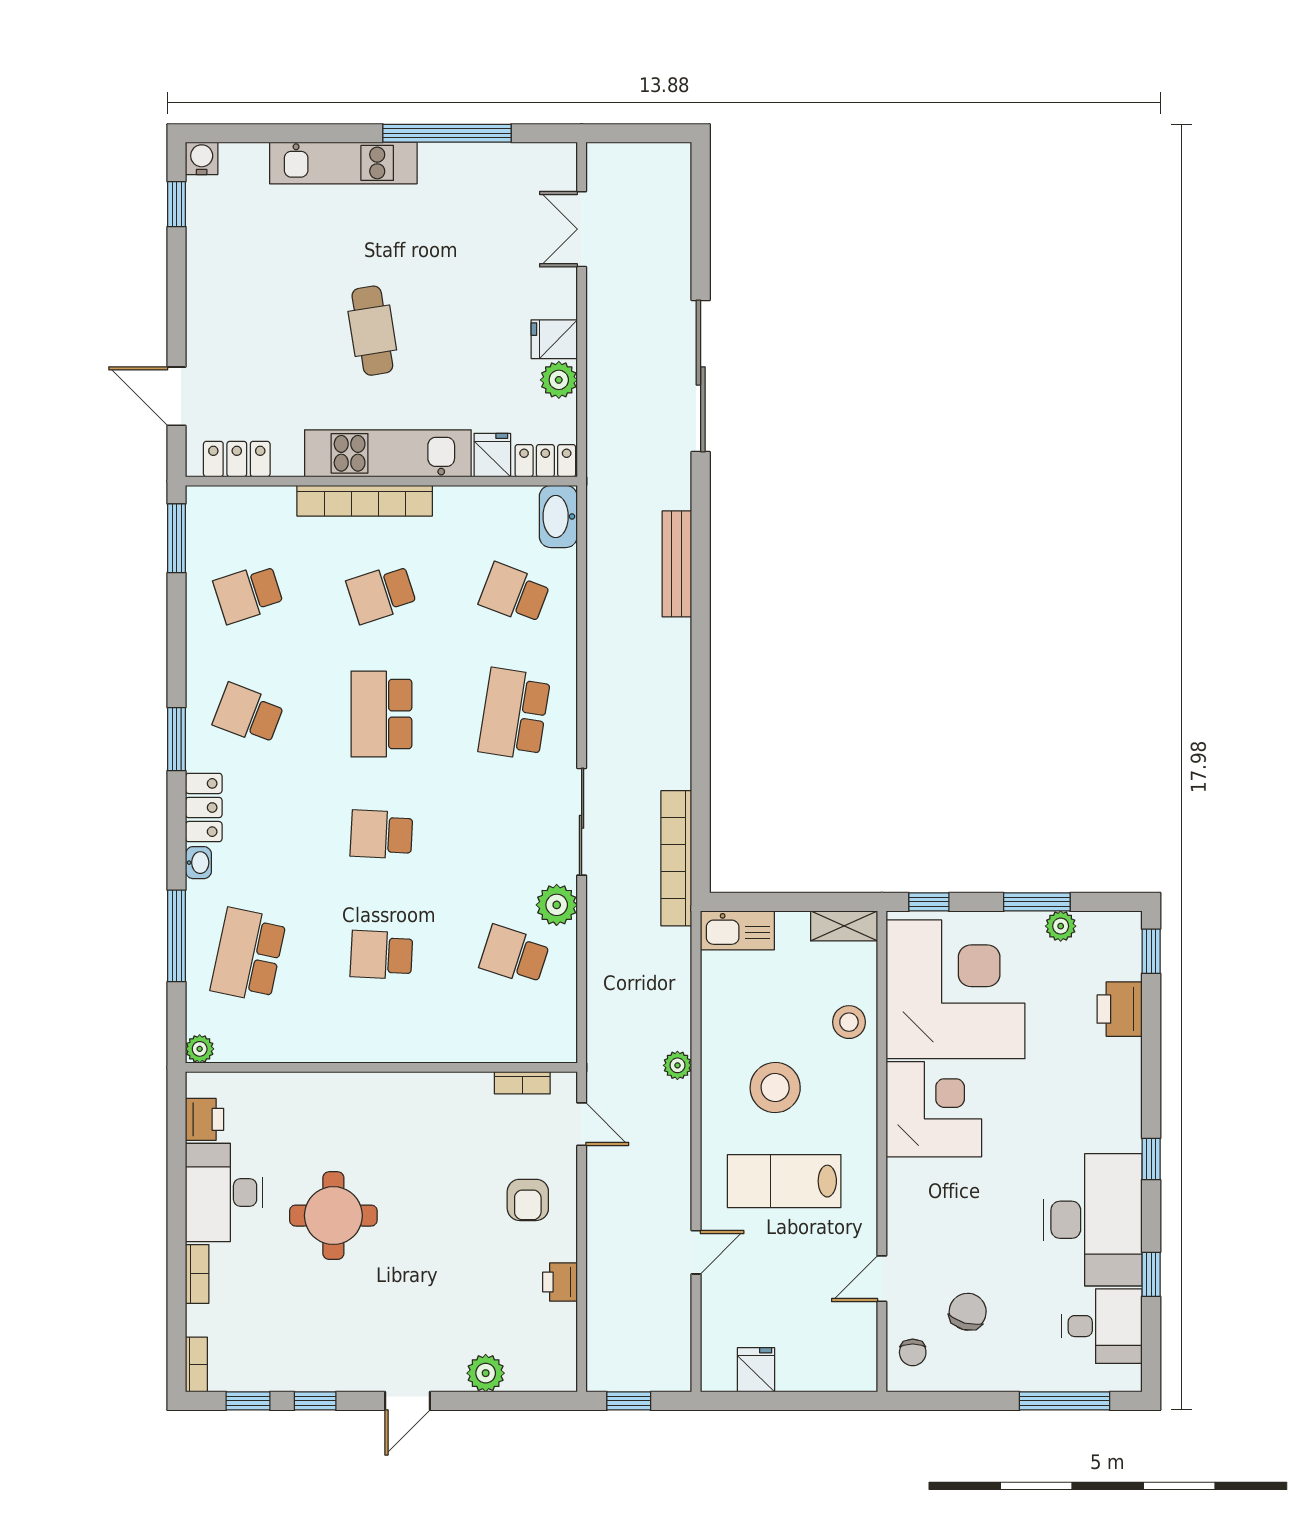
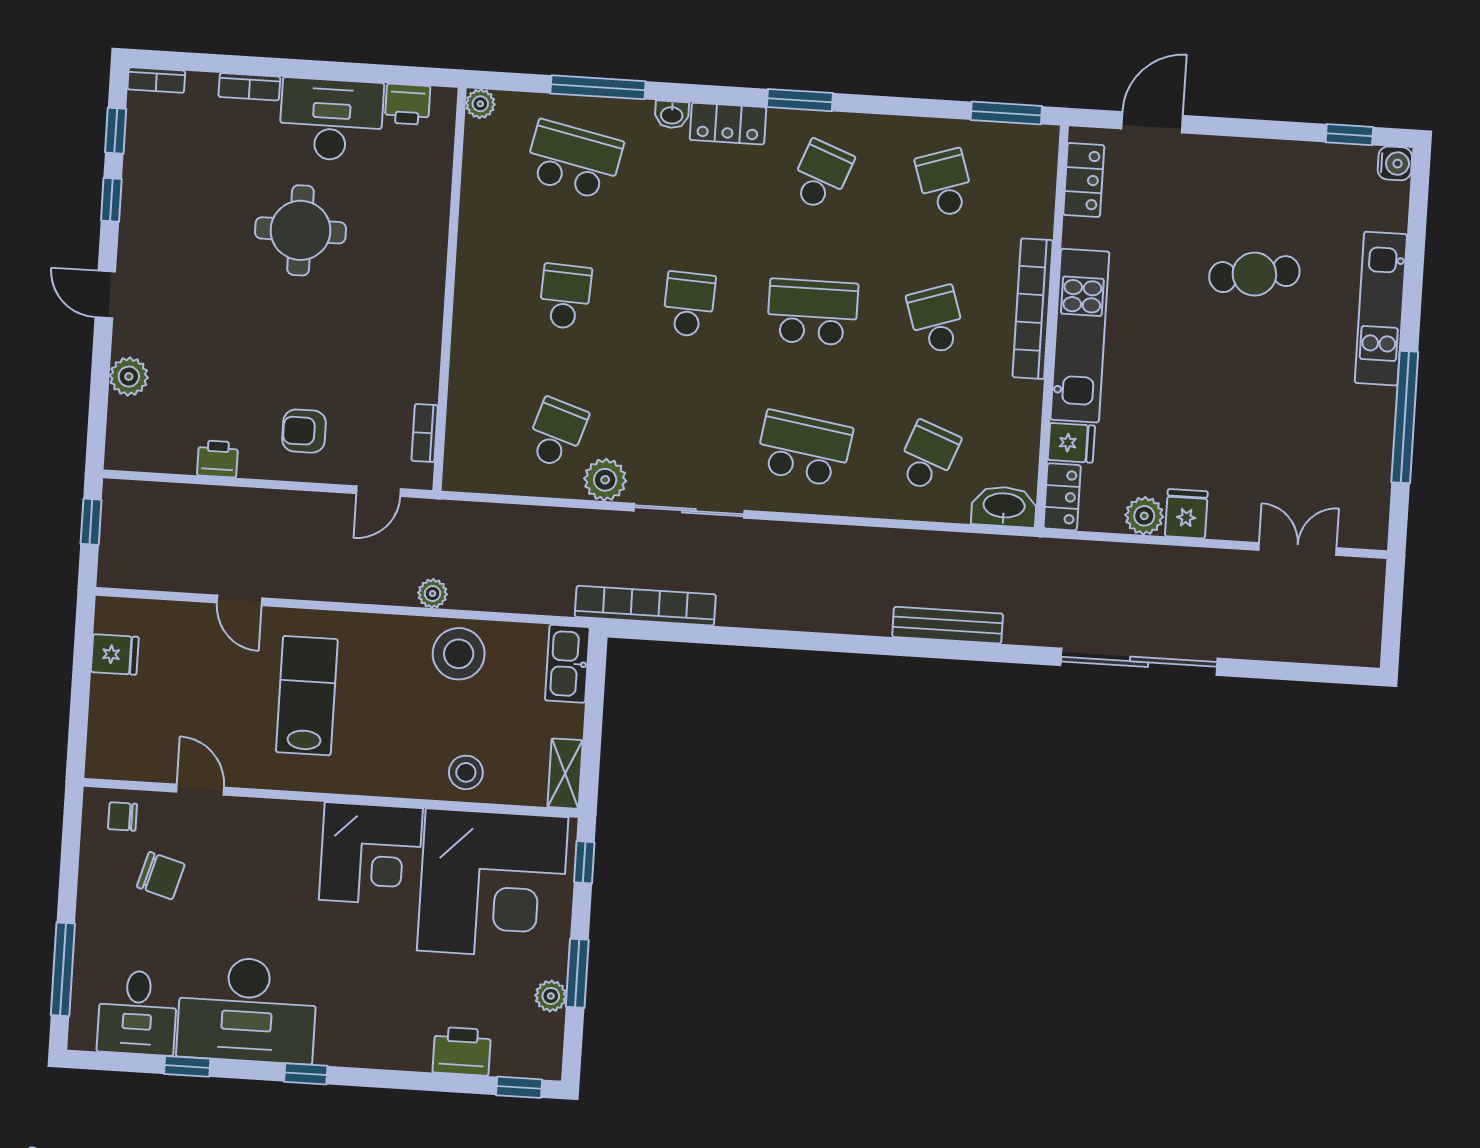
cafe table: (372, 331) -> (1254, 274), moved
stool: (775, 1088) -> (459, 654), moved

